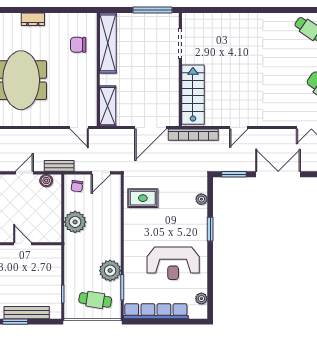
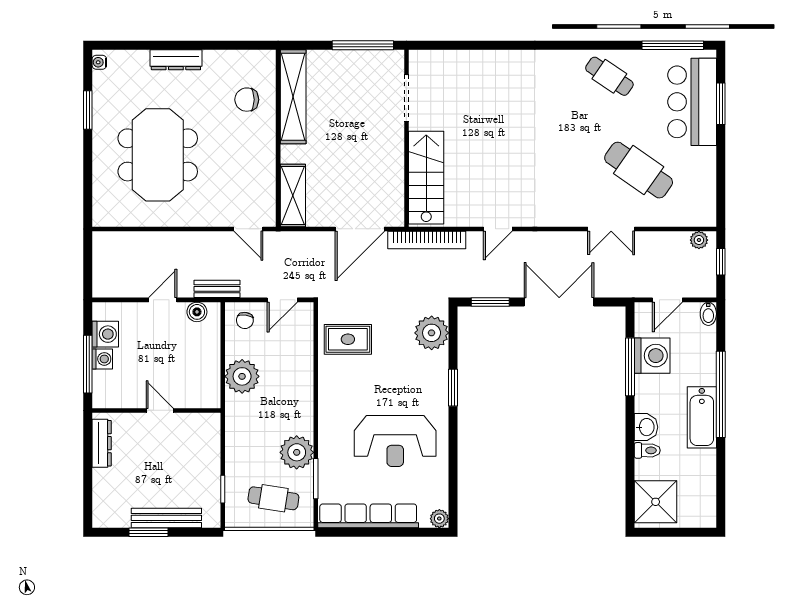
dresser: (33, 19) -> (176, 60), width x1.44
plant: (201, 199) -> (432, 333), width x1.88, depth x1.88
plant: (201, 299) -> (439, 519), moved

